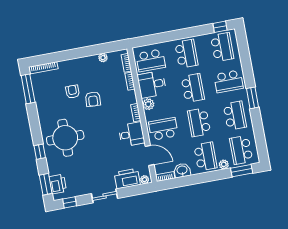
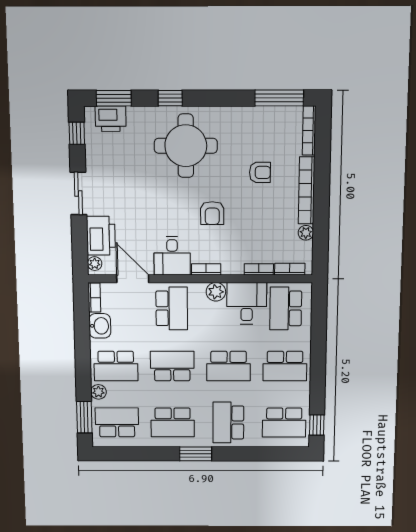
bookcase: (78, 62) -> (307, 190), added
armchair: (93, 99) -> (212, 213), moved, turned -94
door: (150, 155) -> (133, 279), swing flipped

